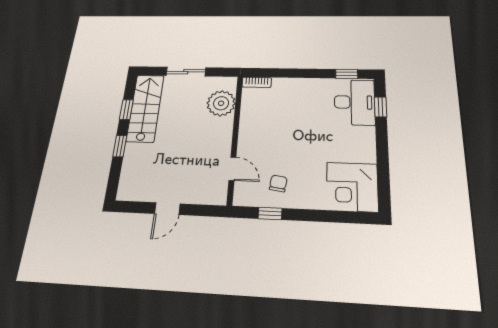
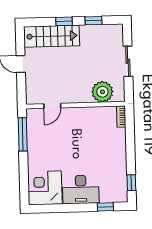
desk: (355, 102) -> (81, 189), moved
stairs: (145, 108) -> (52, 36), moved
chair: (278, 183) -> (44, 138), removed
window: (270, 213) -> (23, 134), width x2.17

